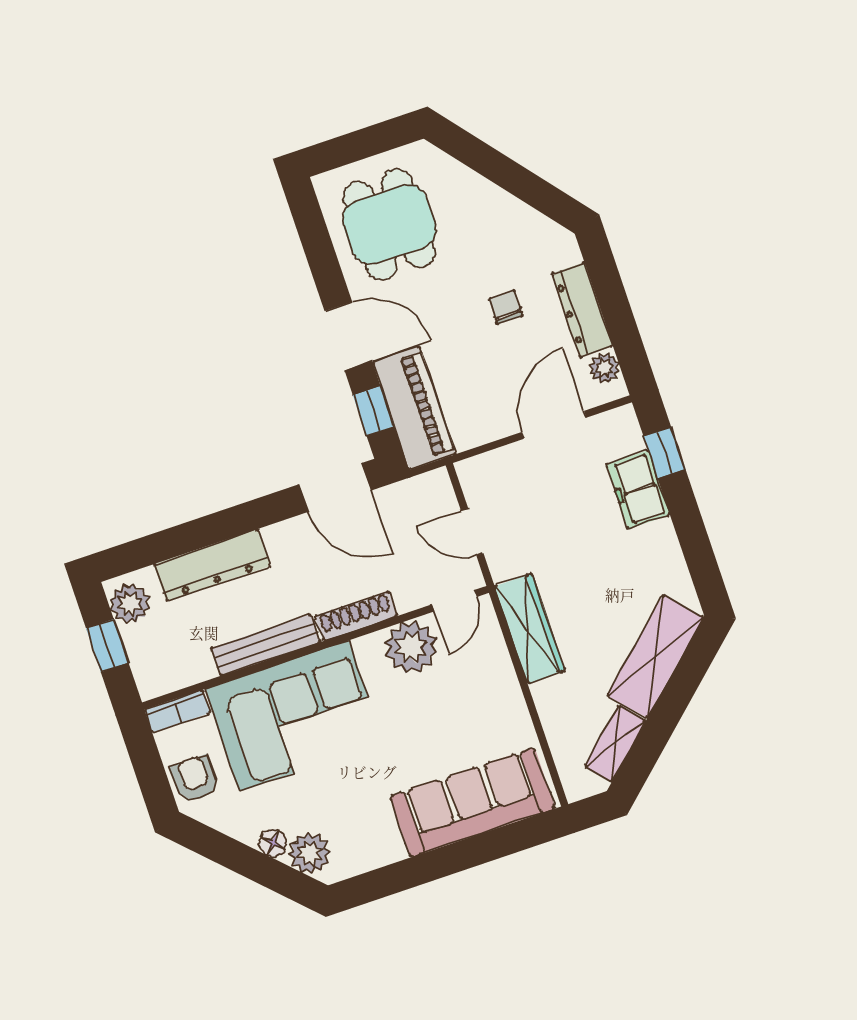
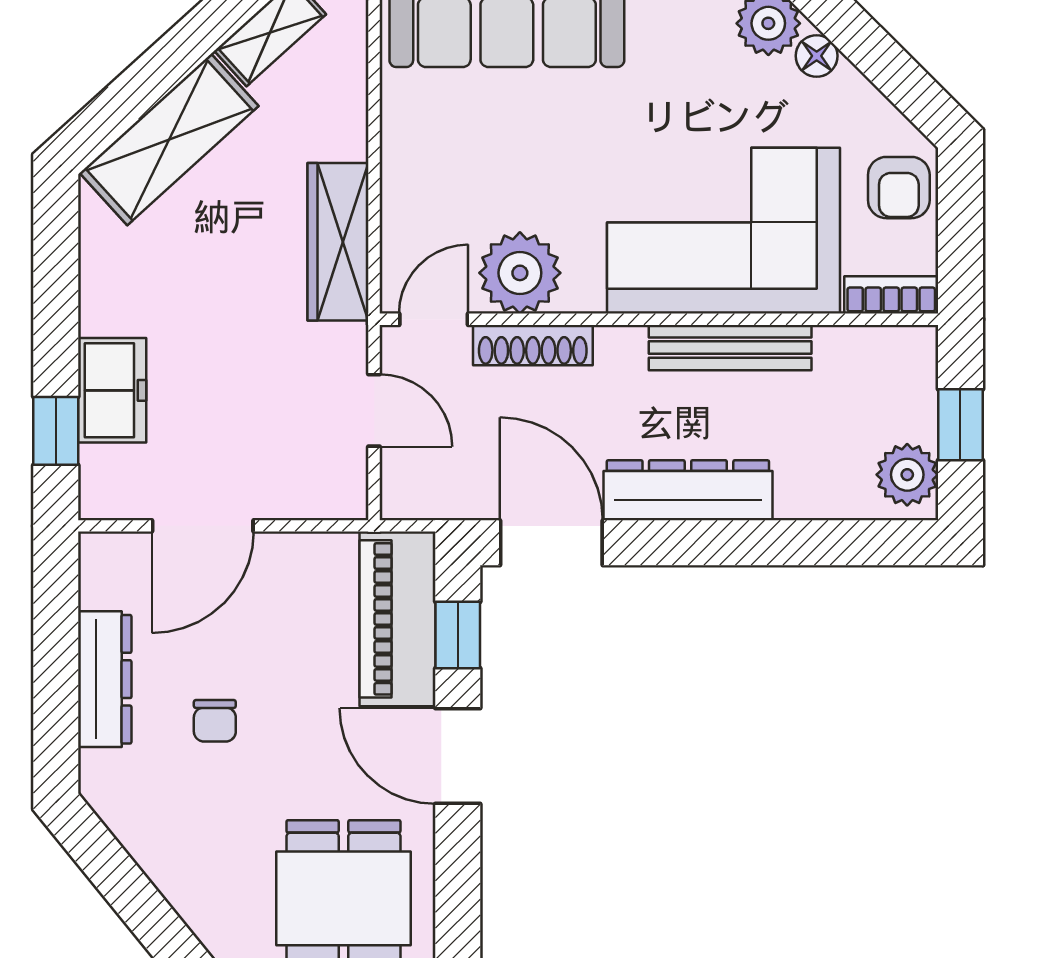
plant: (604, 368) -> (101, 584), removed
dresser: (212, 565) -> (688, 490), moved
shoe rack: (356, 616) -> (533, 345), moved

